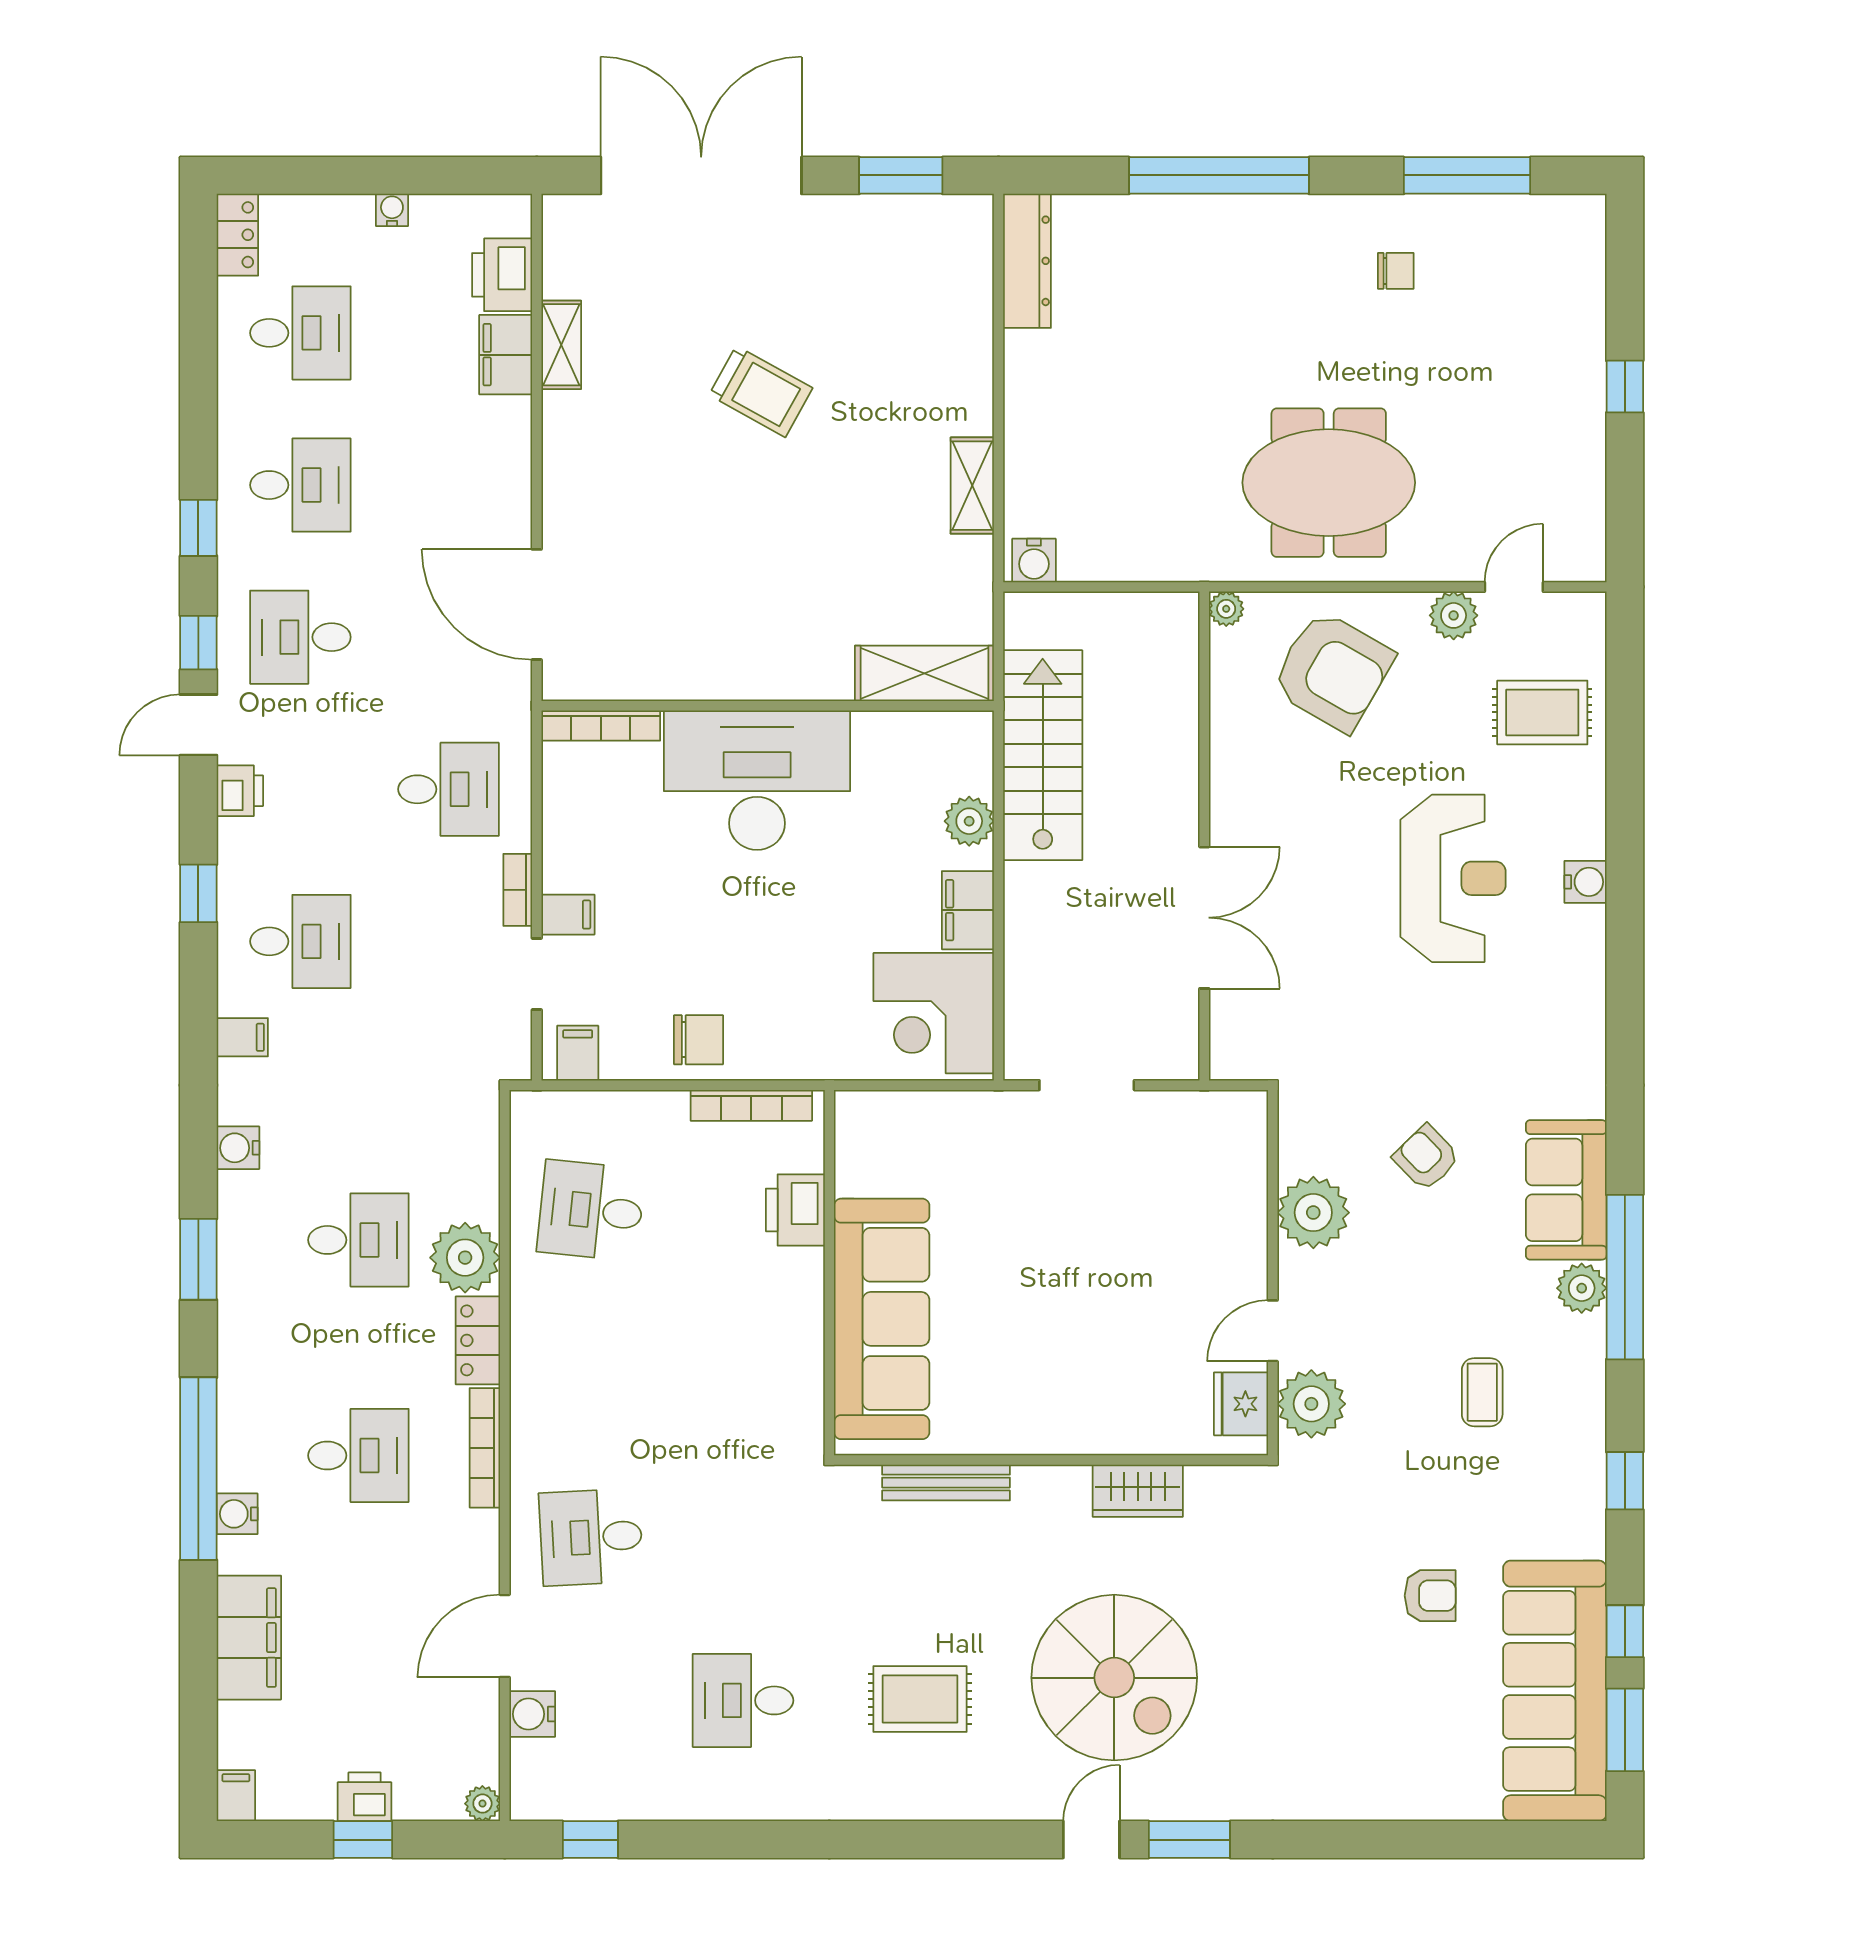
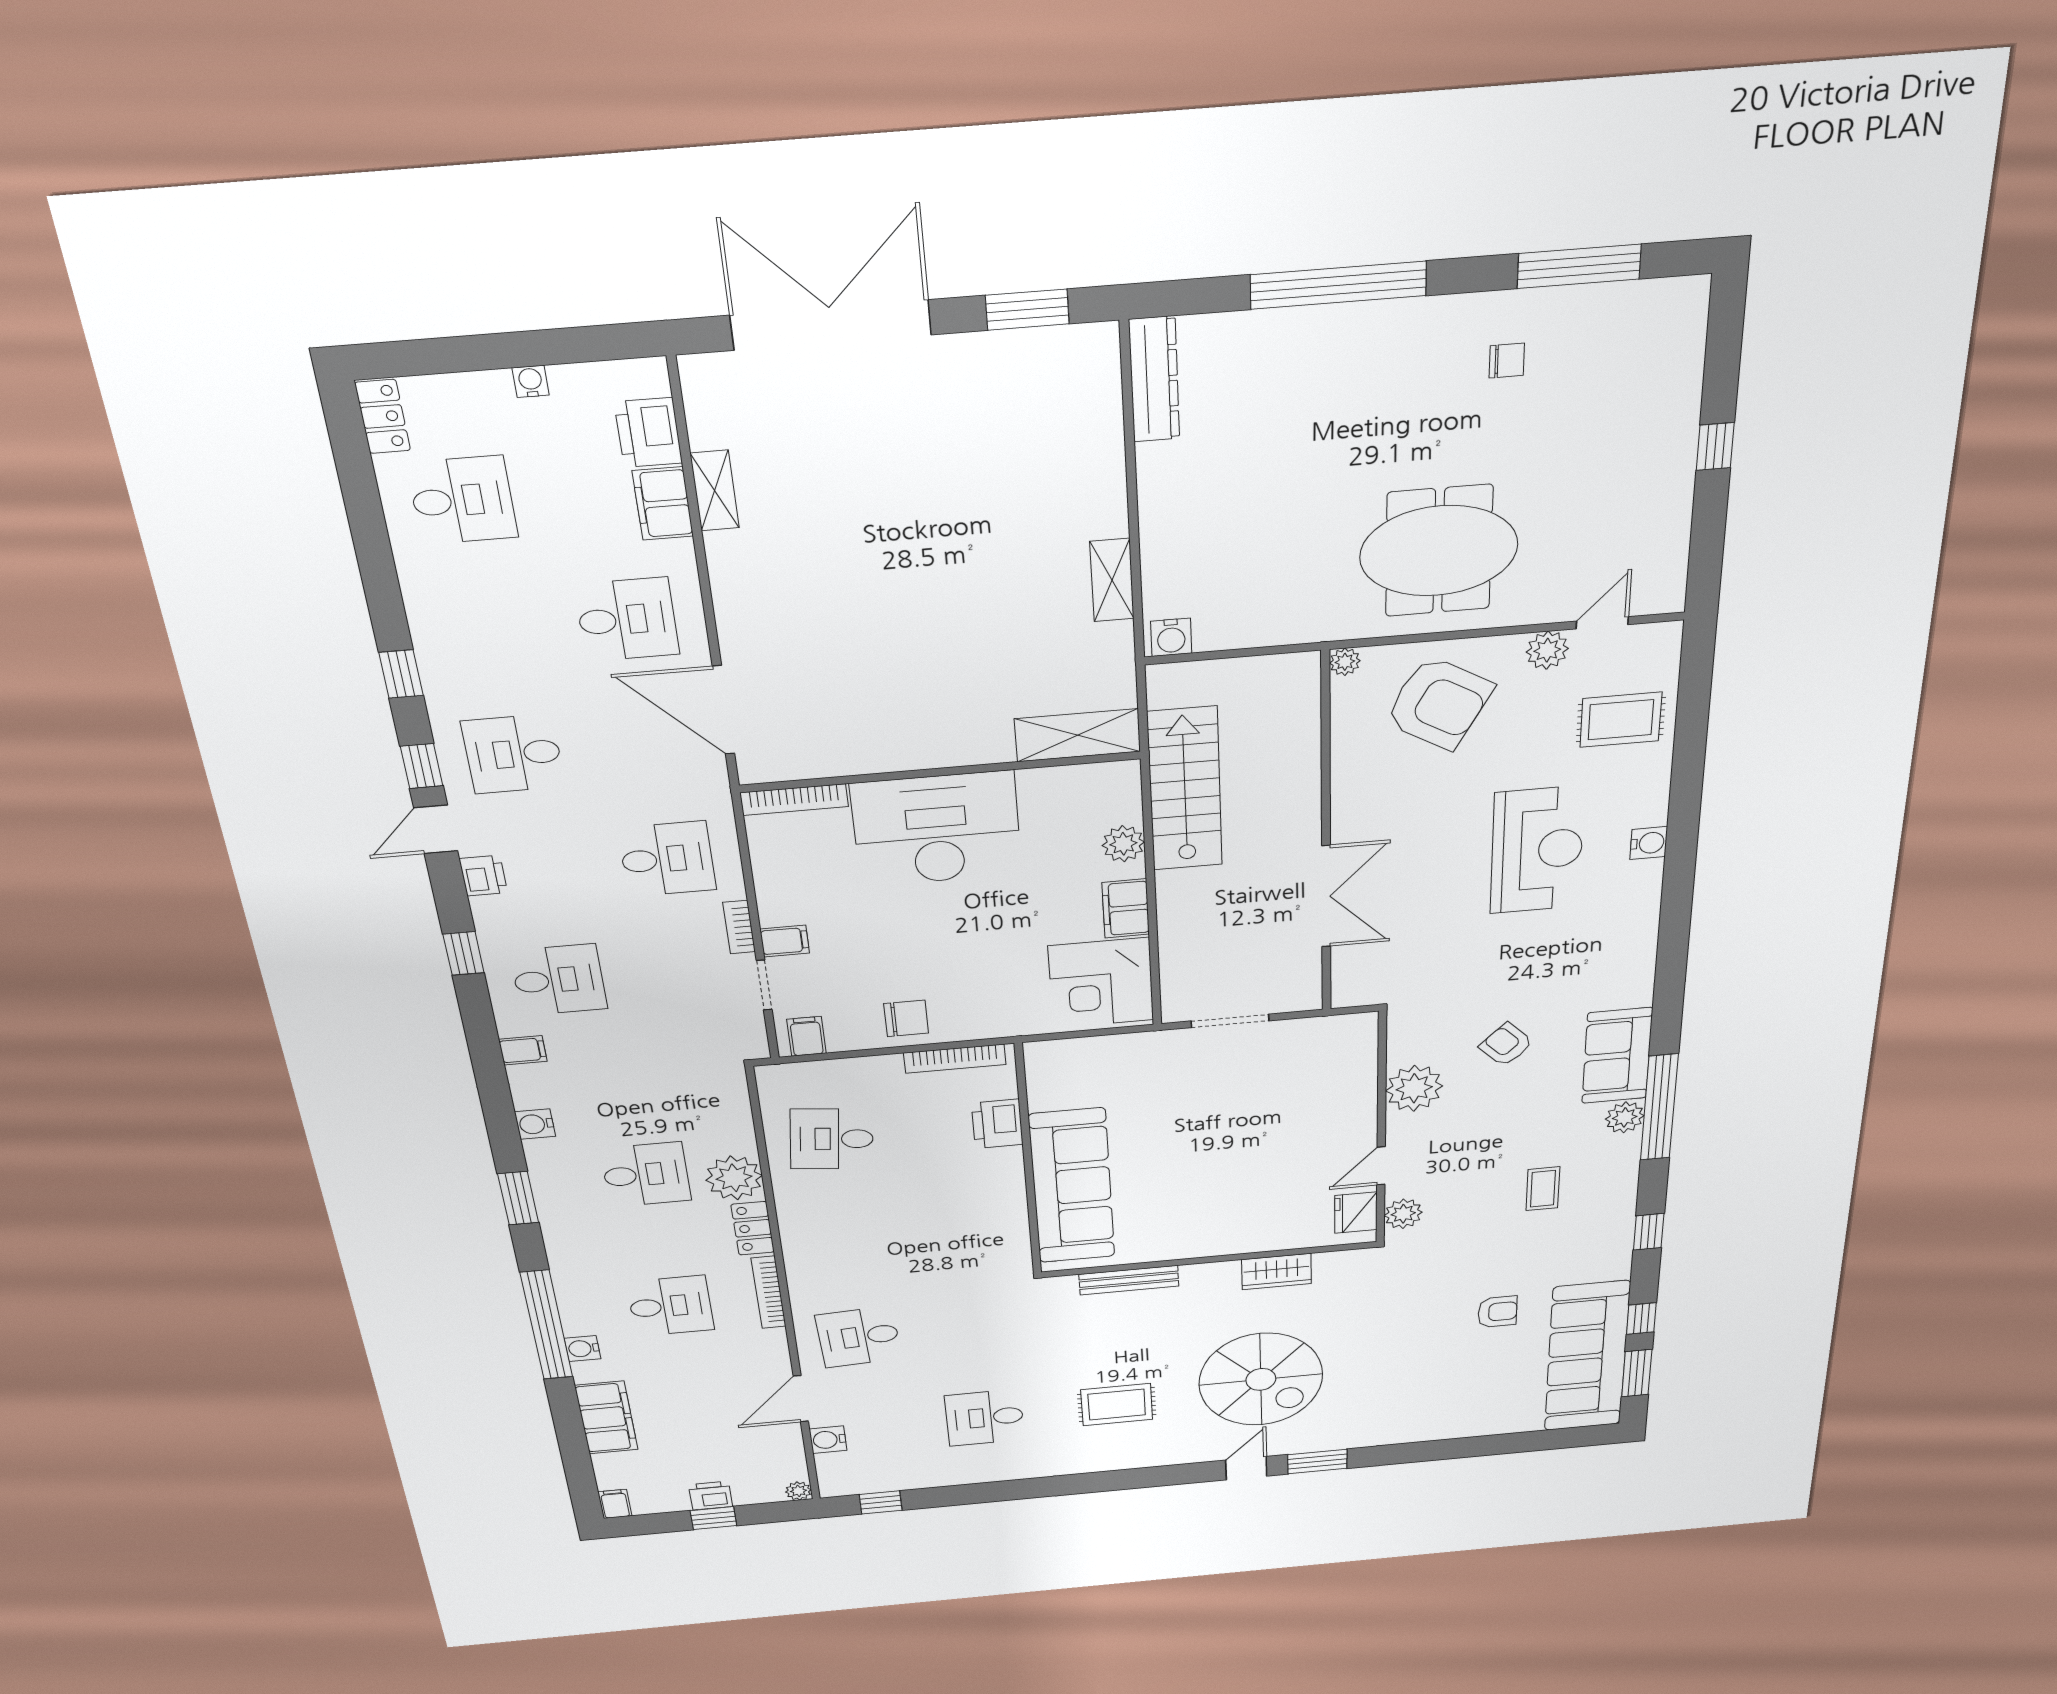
trolley: (761, 391) -> (909, 516), removed
desk: (300, 485) -> (627, 620), moved
plant: (1311, 1404) -> (1403, 1214), width x0.73, depth x0.73

